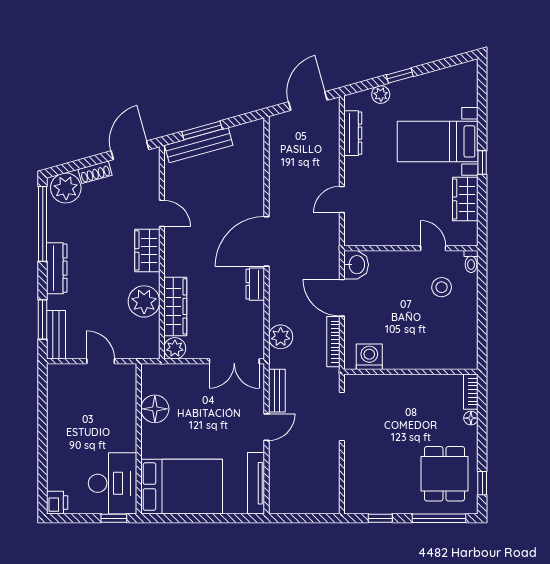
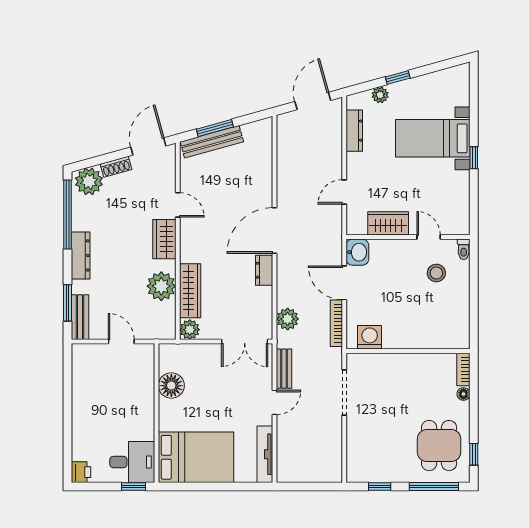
wardrobe: (465, 199) -> (388, 223), moved, turned 90
desk: (113, 483) -> (132, 462), width x0.73

